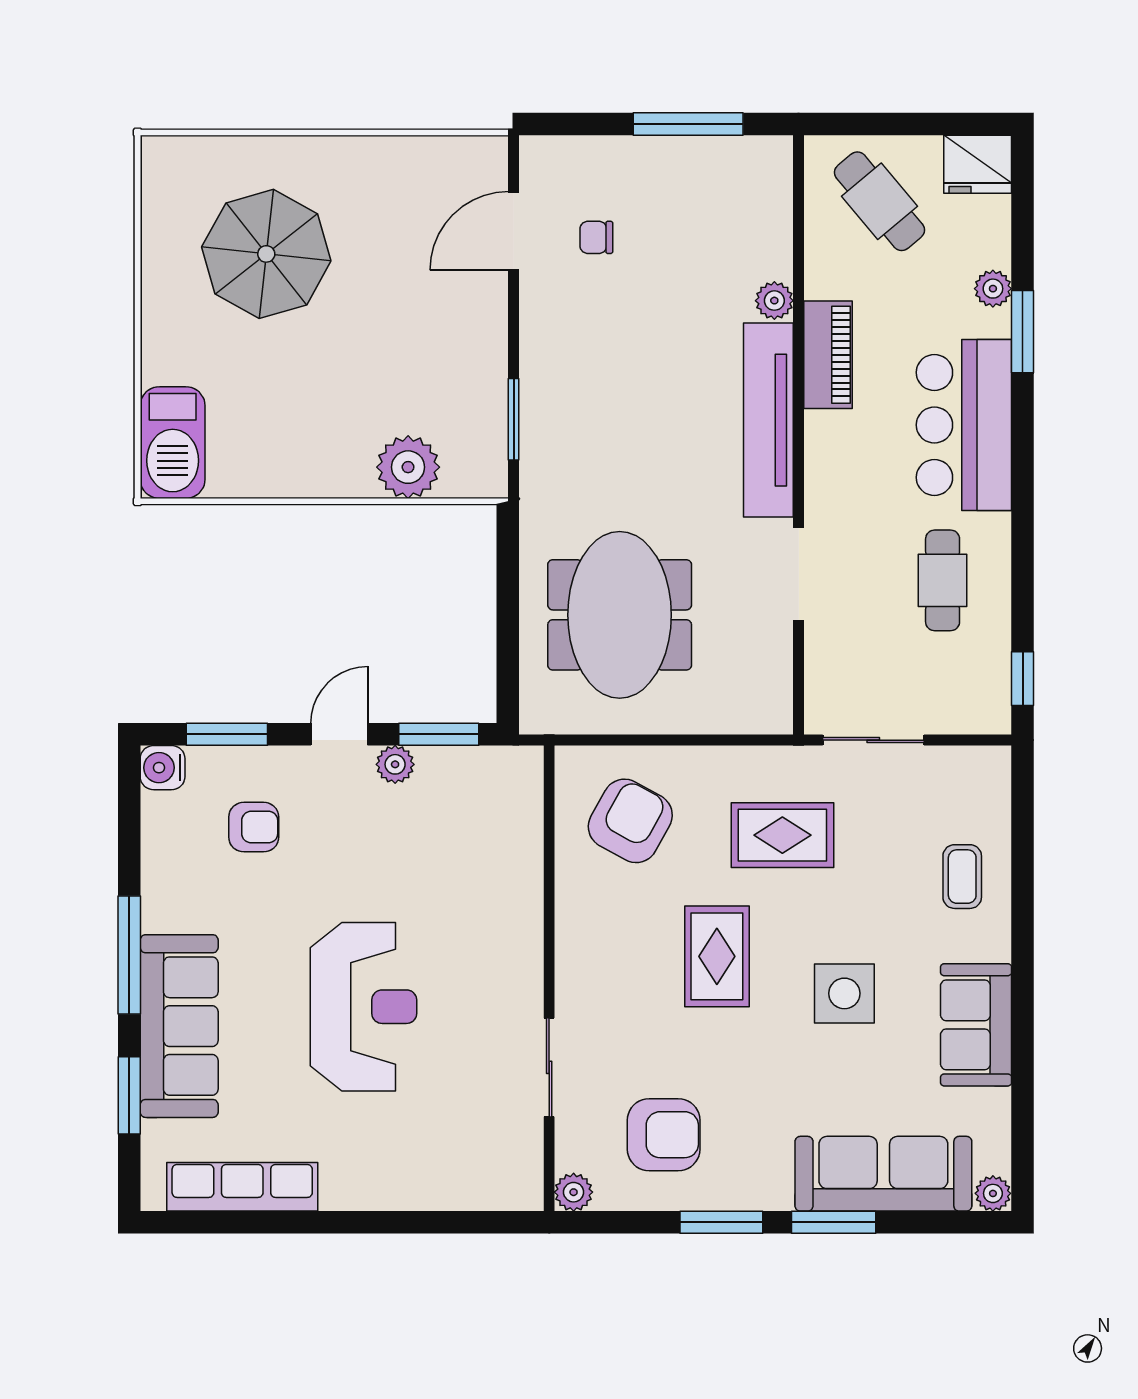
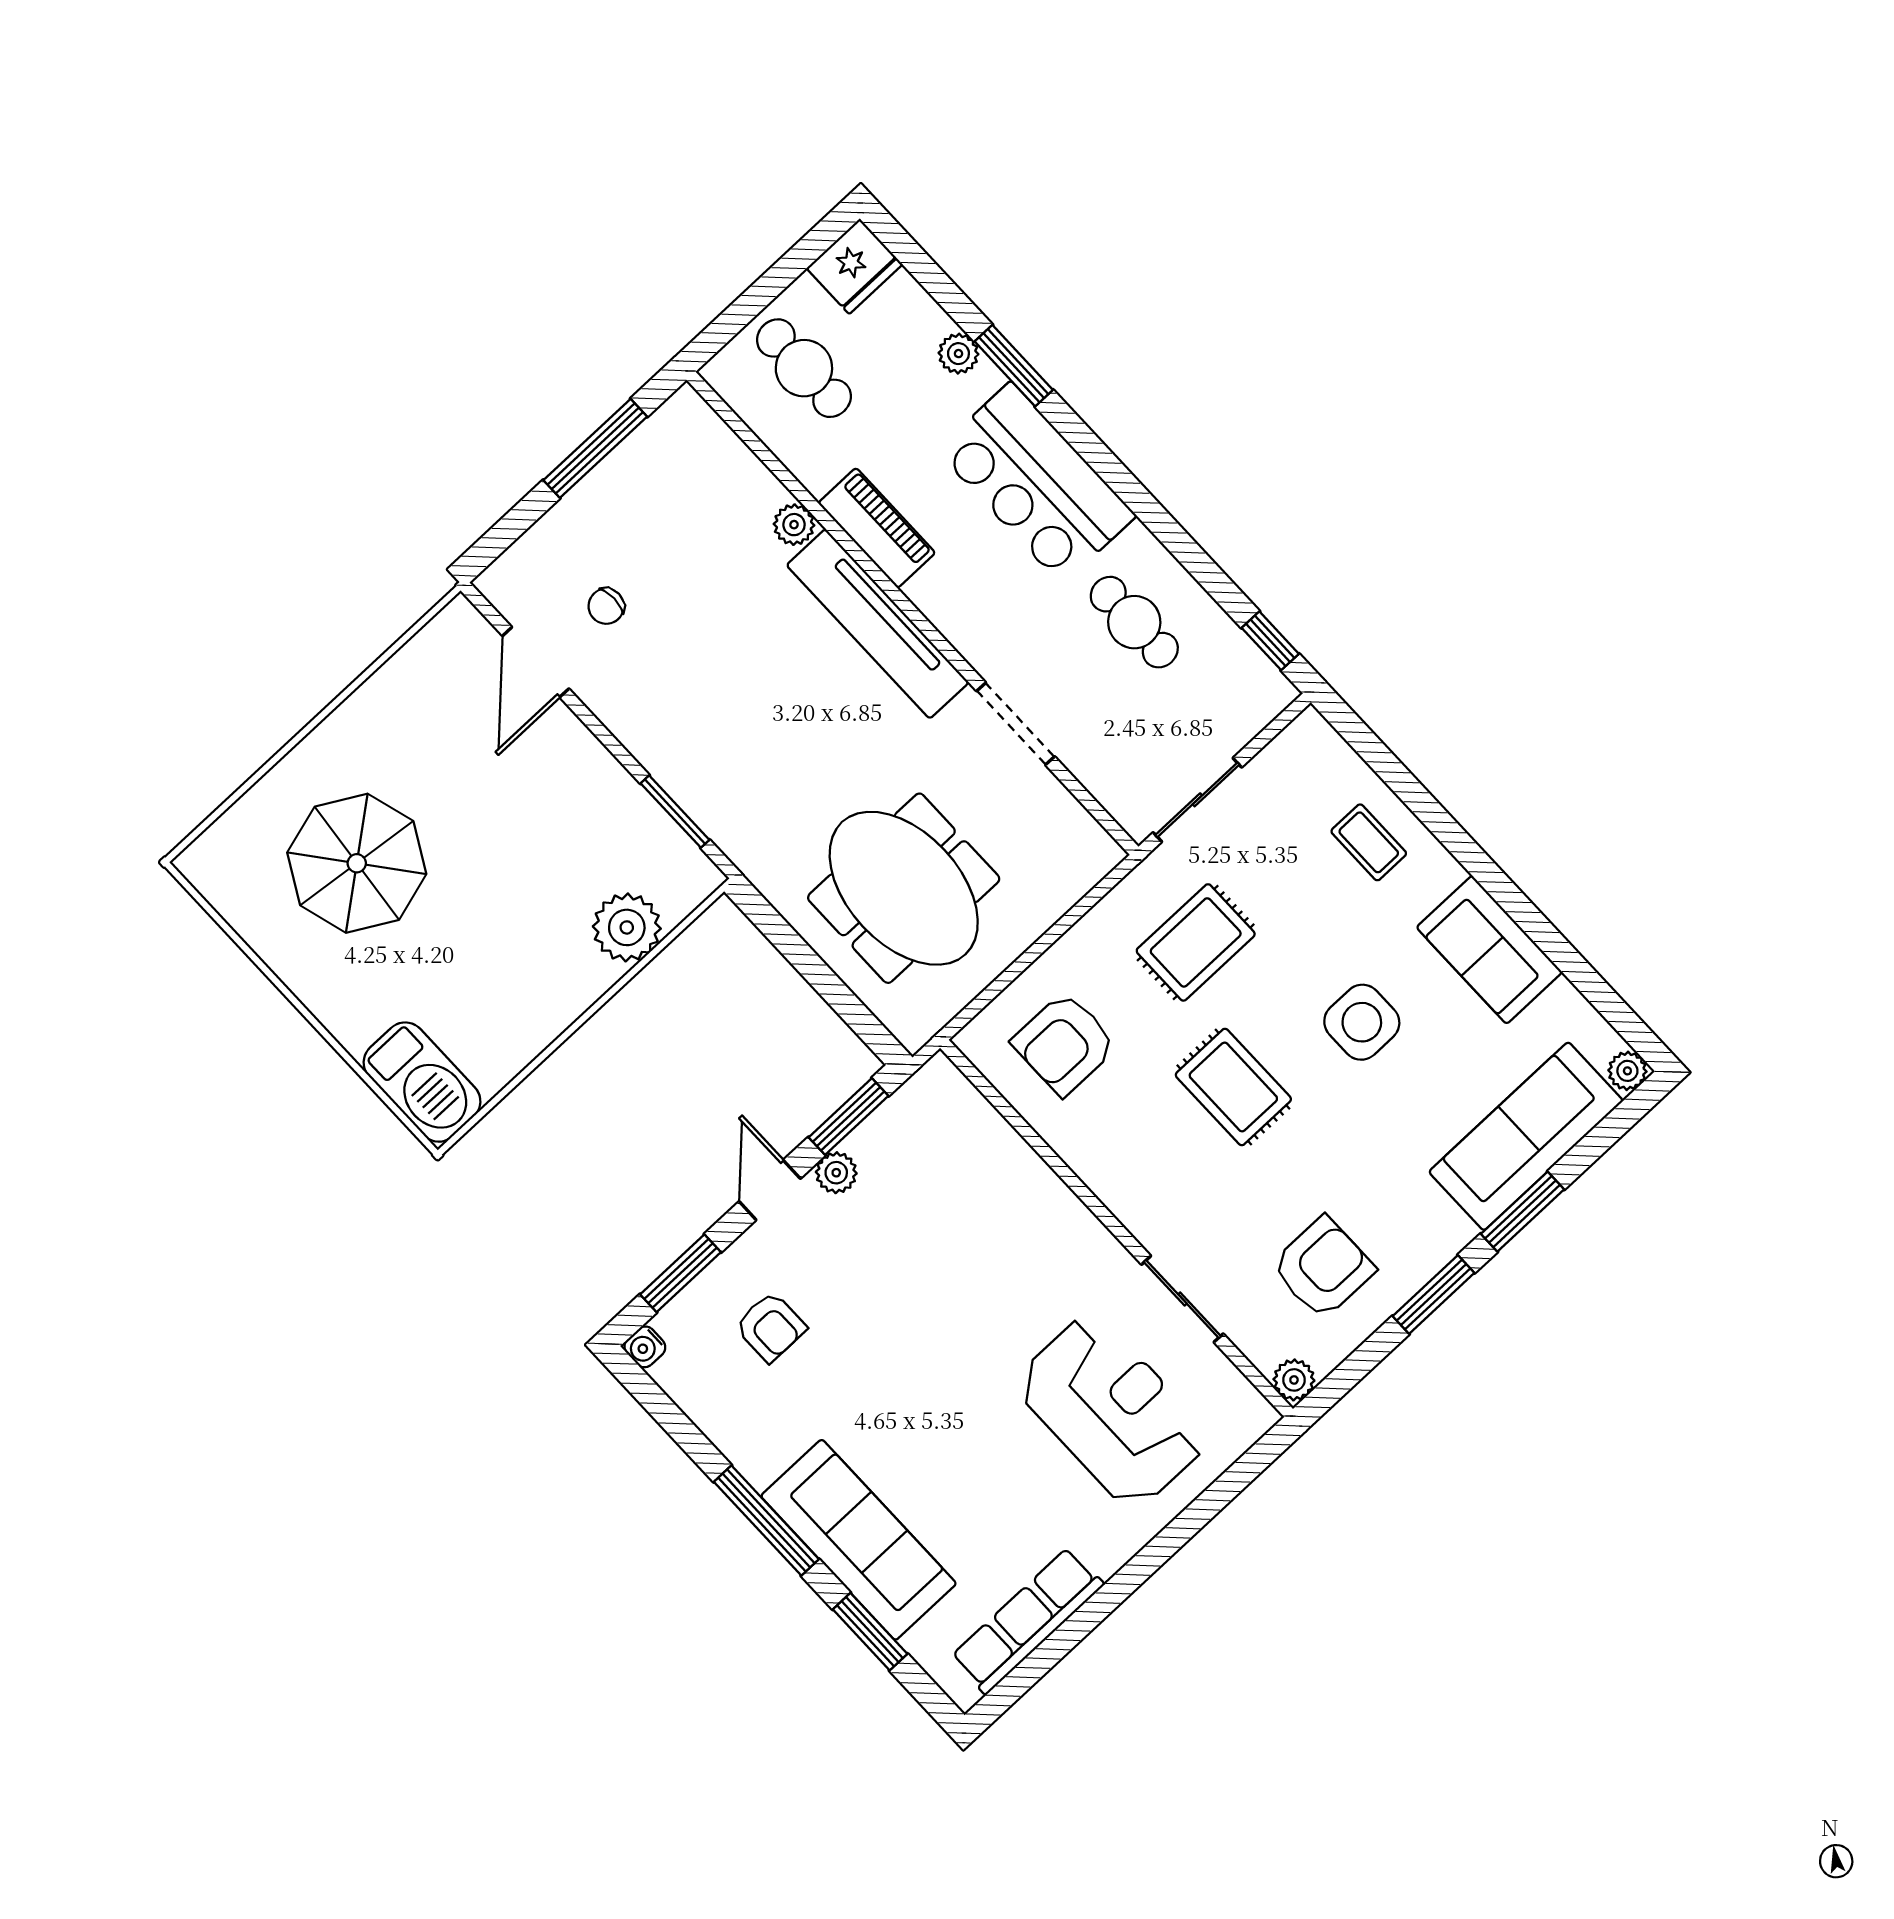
cafe table: (880, 201) -> (804, 368), turned 40
water cooler: (163, 768) -> (645, 1347), width x0.72, depth x0.72
armchair: (630, 821) -> (1064, 1044), turned -119
armchair: (254, 827) -> (771, 1327), turned 90
reception desk: (363, 1007) -> (1112, 1411), moved

